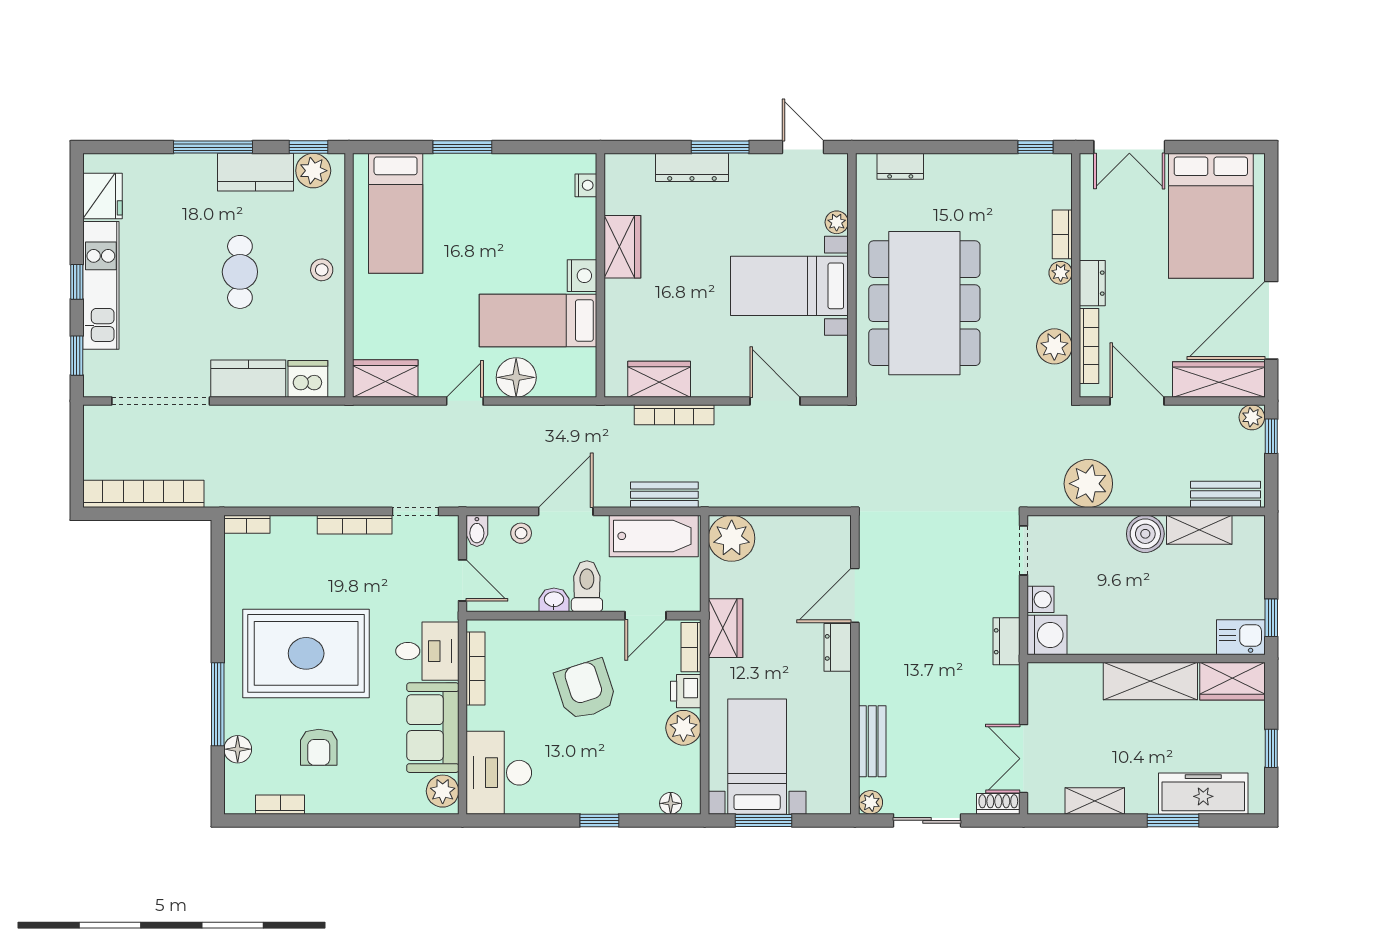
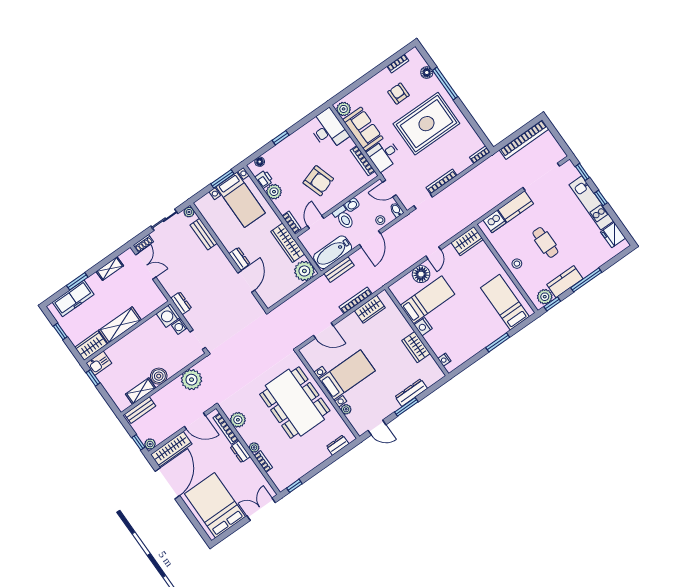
wardrobe: (725, 628) -> (288, 243), width x1.50
printer: (686, 691) -> (264, 179), moved

